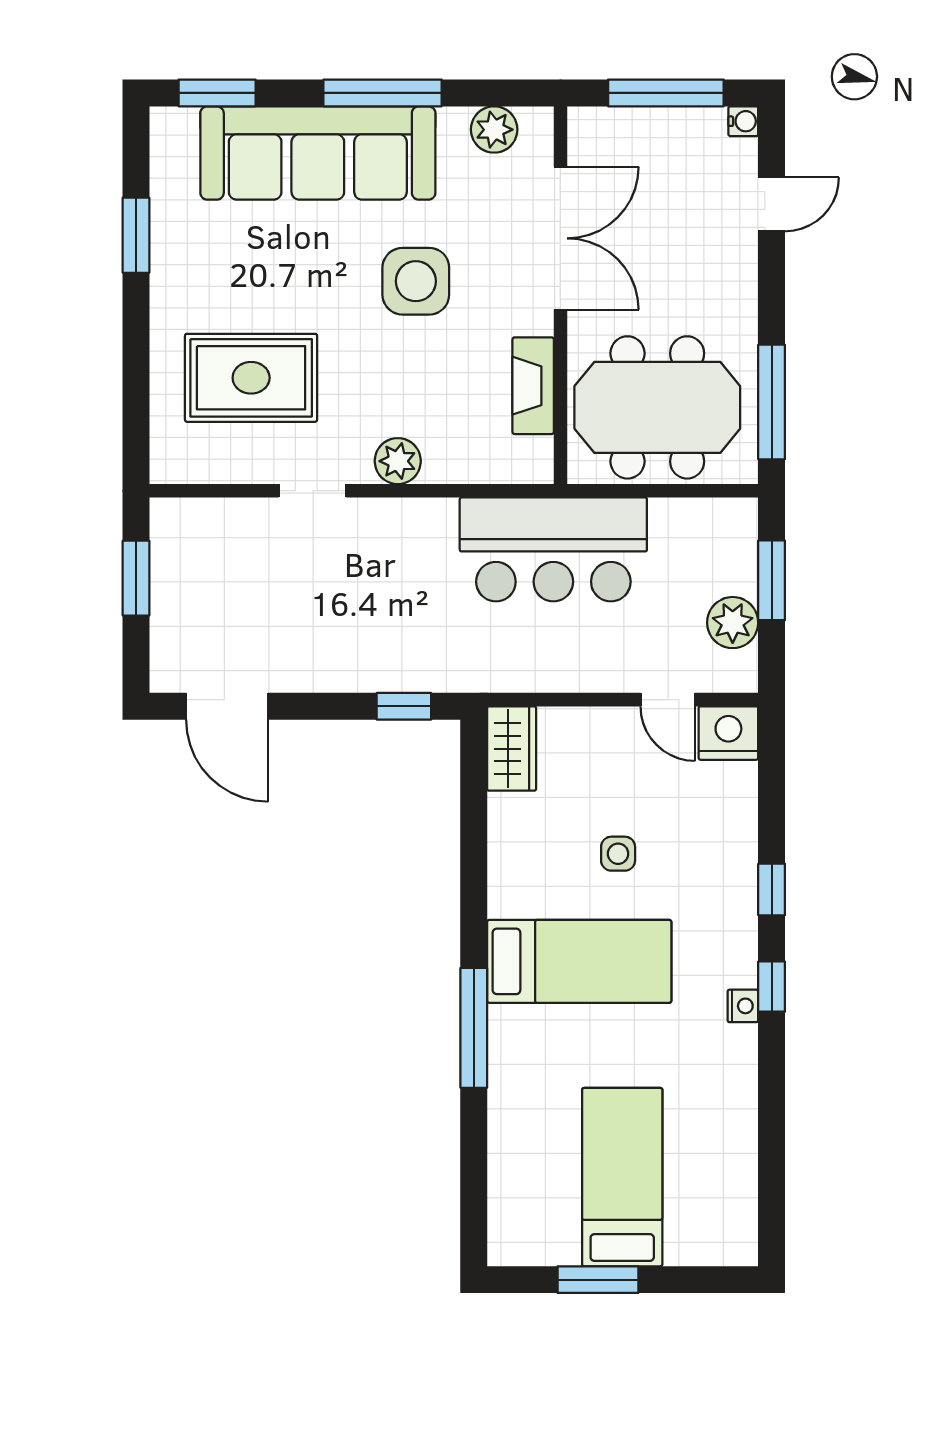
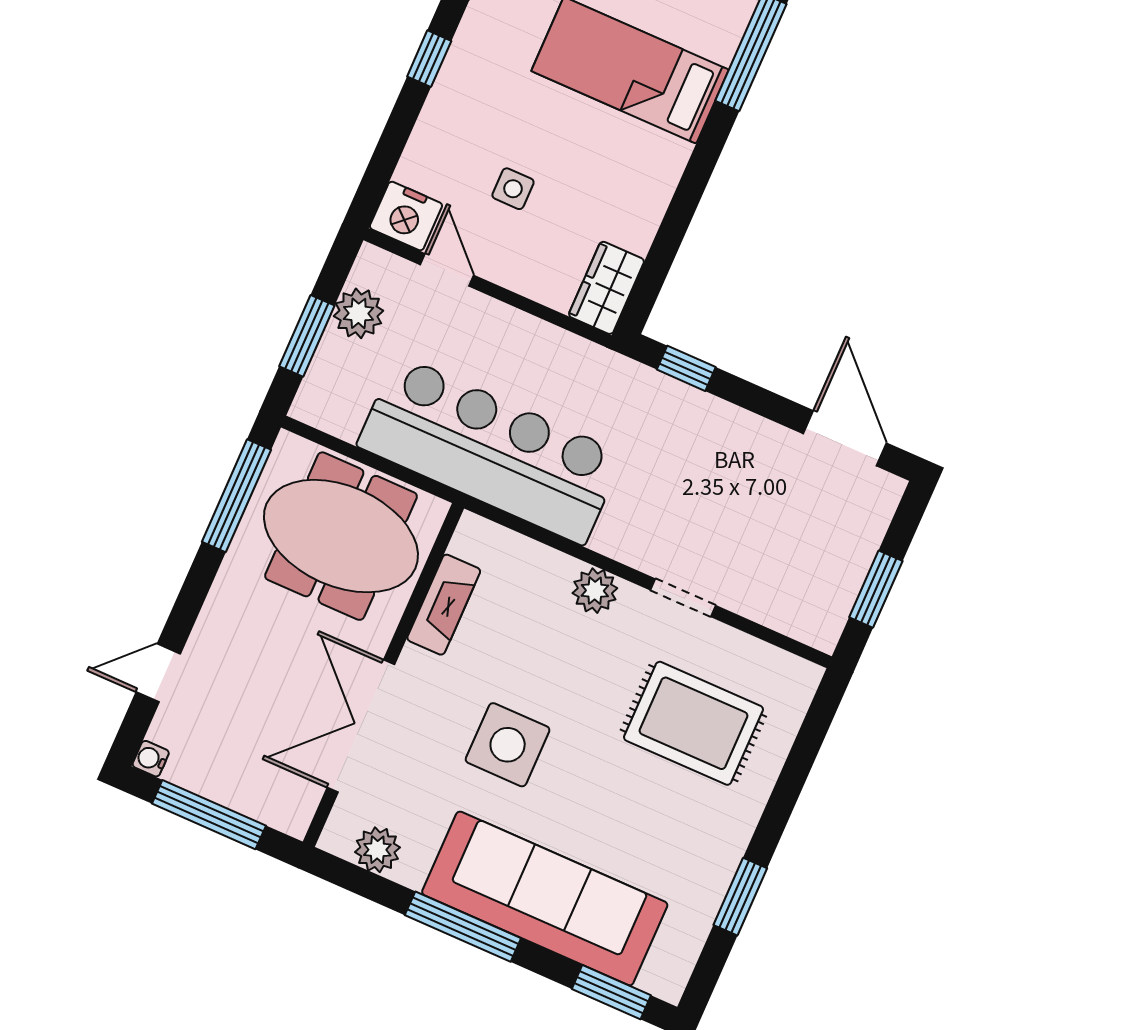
bar counter: (553, 549) -> (490, 450), width x1.36
side table: (618, 854) -> (513, 189), moved

